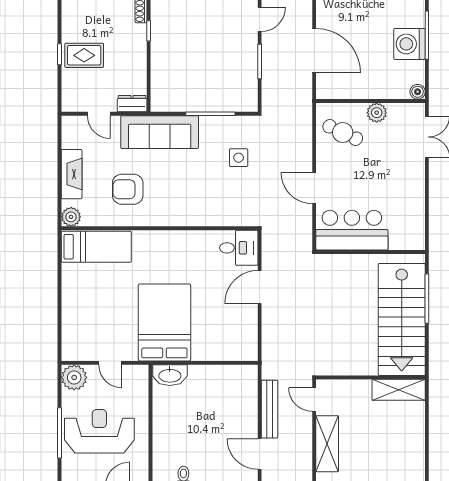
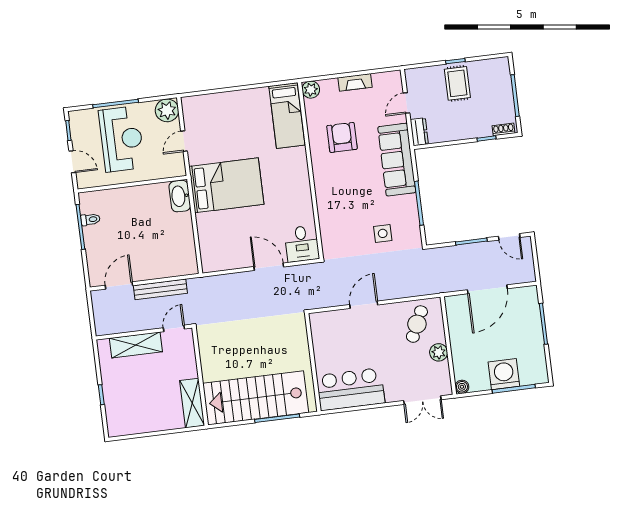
fireplace: (72, 174) -> (355, 82), width x0.73, depth x0.76
bar counter: (352, 230) -> (351, 389), moved, turned -90

